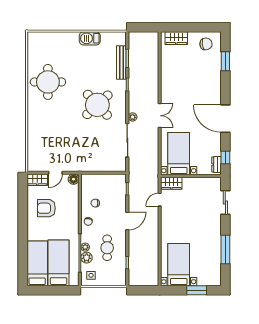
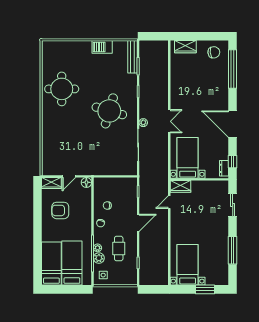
window: (225, 61) -> (233, 69), width x2.11
bench: (121, 62) -> (133, 57), moved
round table: (97, 105) -> (109, 111), turned -31

